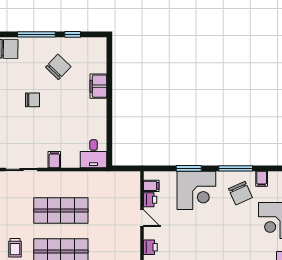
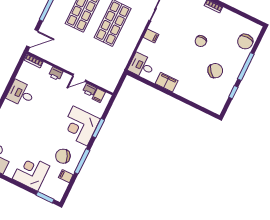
chair: (58, 67) -> (215, 71), turned -84
filing cabinet: (98, 86) -> (167, 82), moved

